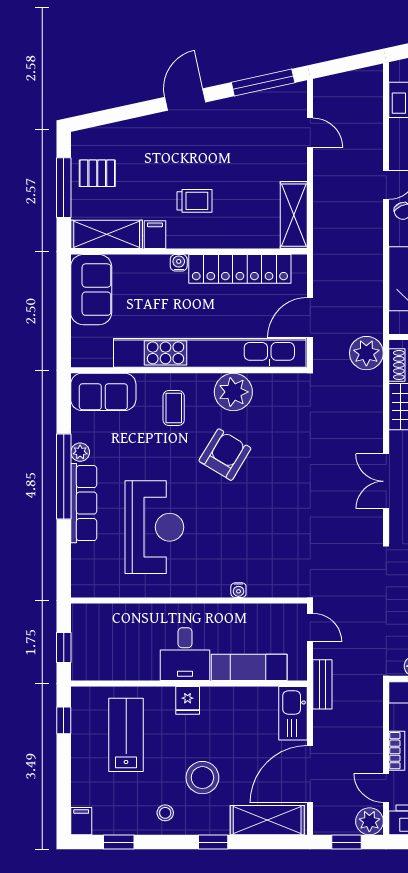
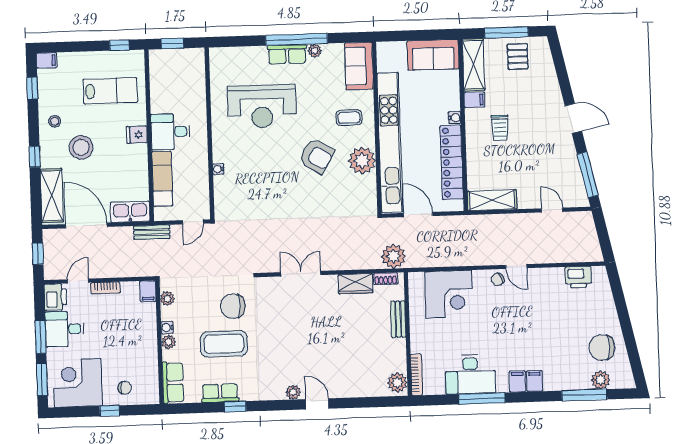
door: (310, 133) -> (552, 210), swing flipped
row of seats: (84, 503) -> (287, 54), width x0.68
plant: (369, 821) -> (53, 270), removed

